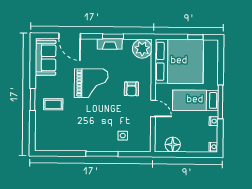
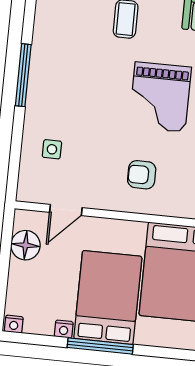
bed: (195, 100) -> (108, 297), width x1.50
door: (153, 108) -> (66, 210), moved
window: (102, 154) -> (23, 75), moved

